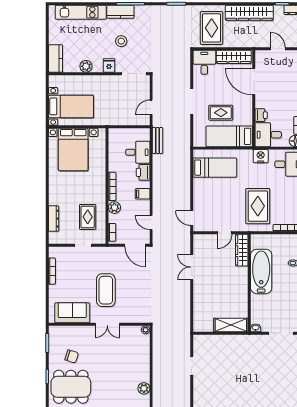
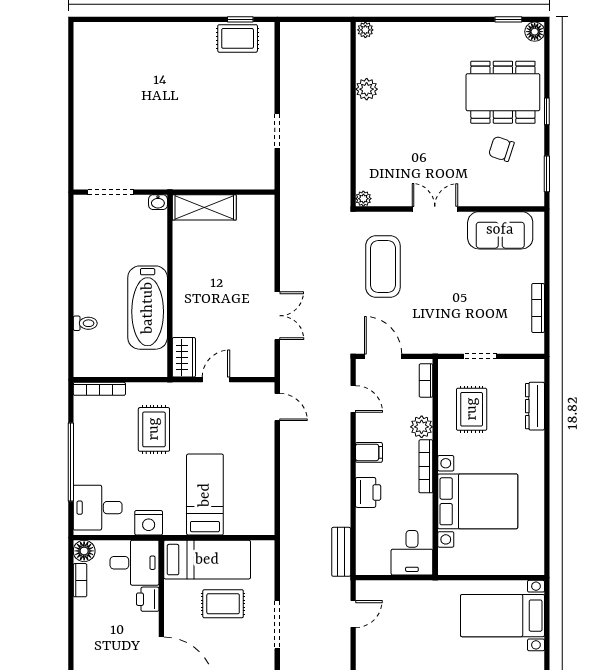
bed with nightstands: (73, 149) -> (478, 501), moved, turned 90
desk: (138, 152) -> (412, 553), moved, turned -90
bed: (215, 168) -> (205, 495), moved, turned 90
rug: (258, 206) -> (154, 429), width x0.73, depth x0.70
wardrobe: (242, 250) -> (184, 357), width x0.67
coffee table: (106, 290) -> (383, 266), moved

